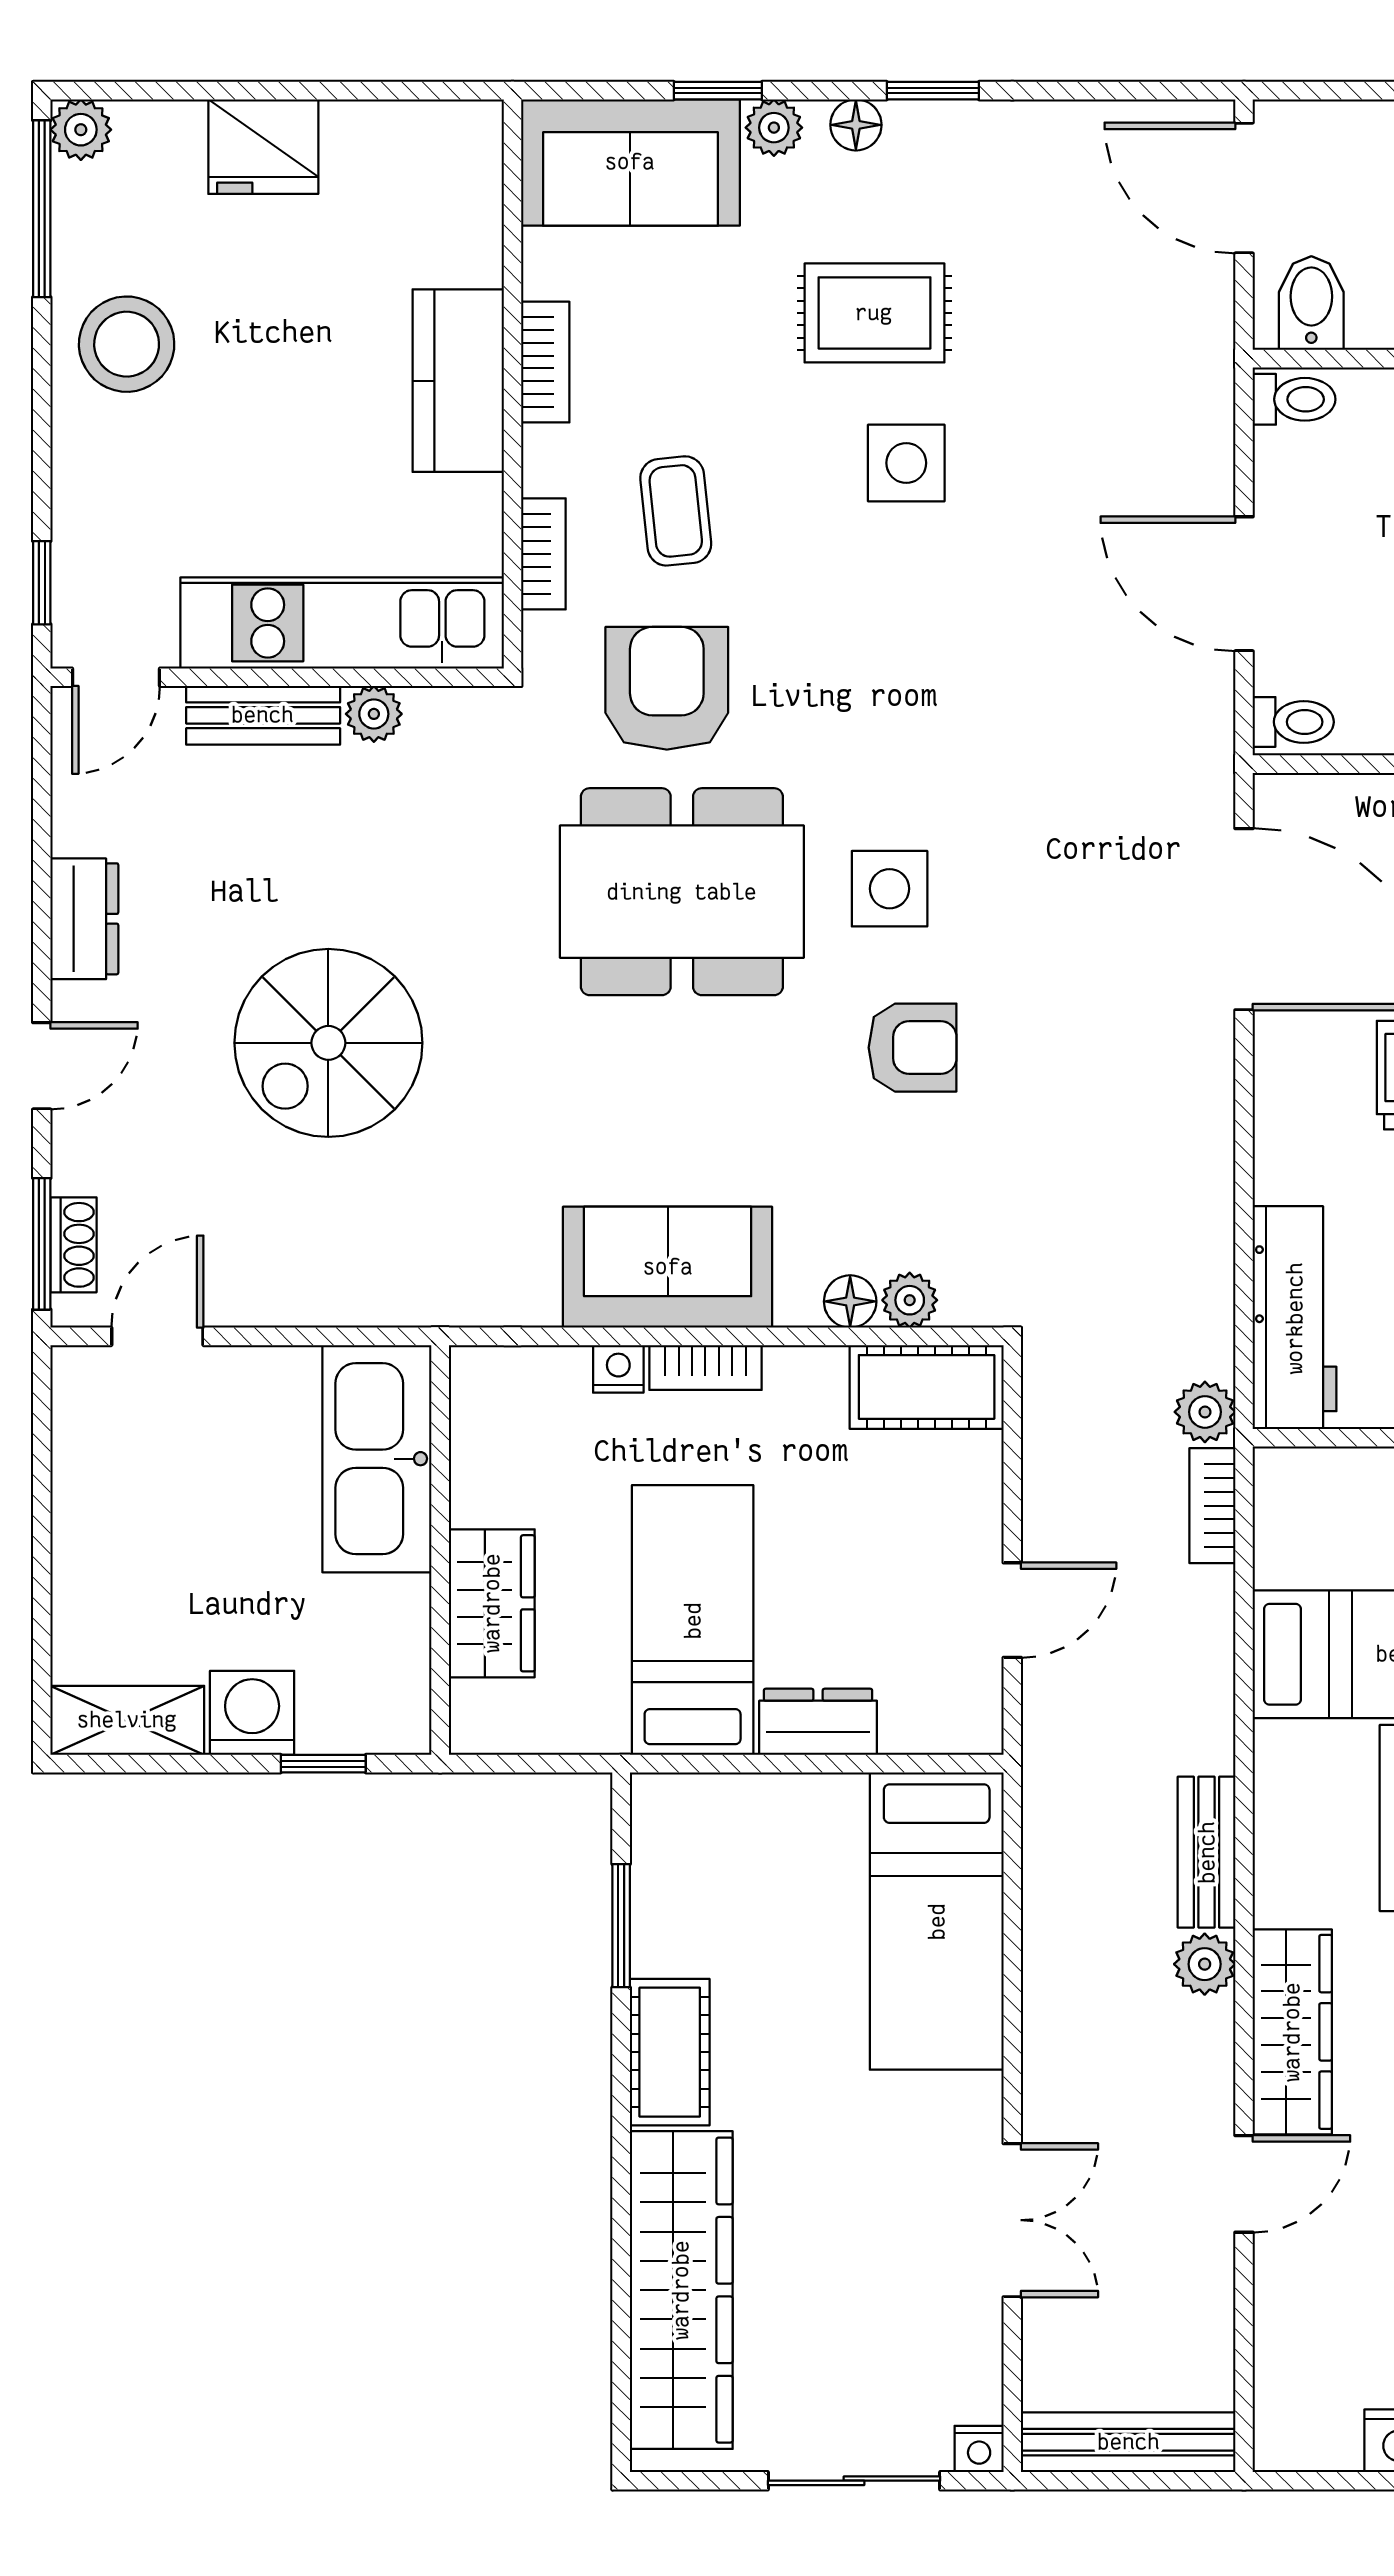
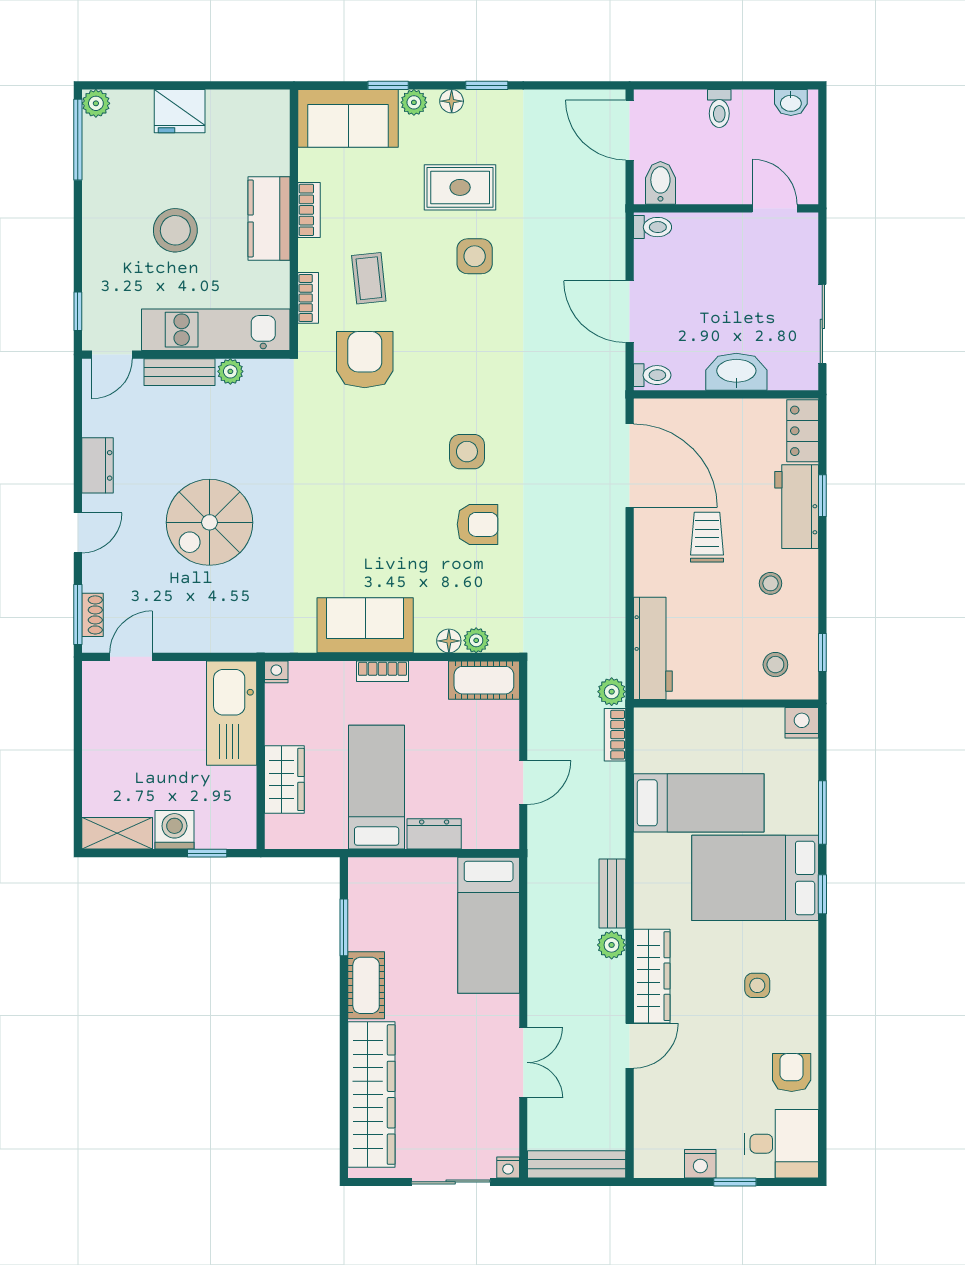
stool: (127, 344) -> (175, 230), moved
dining table: (682, 892) -> (372, 453), removed
nightstand: (618, 1369) -> (276, 672), moved

